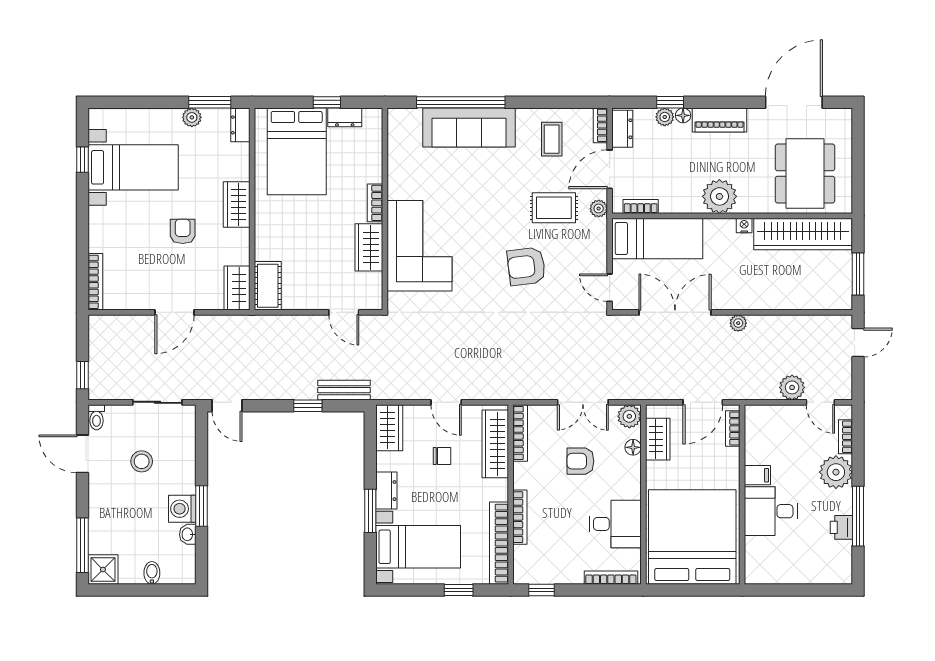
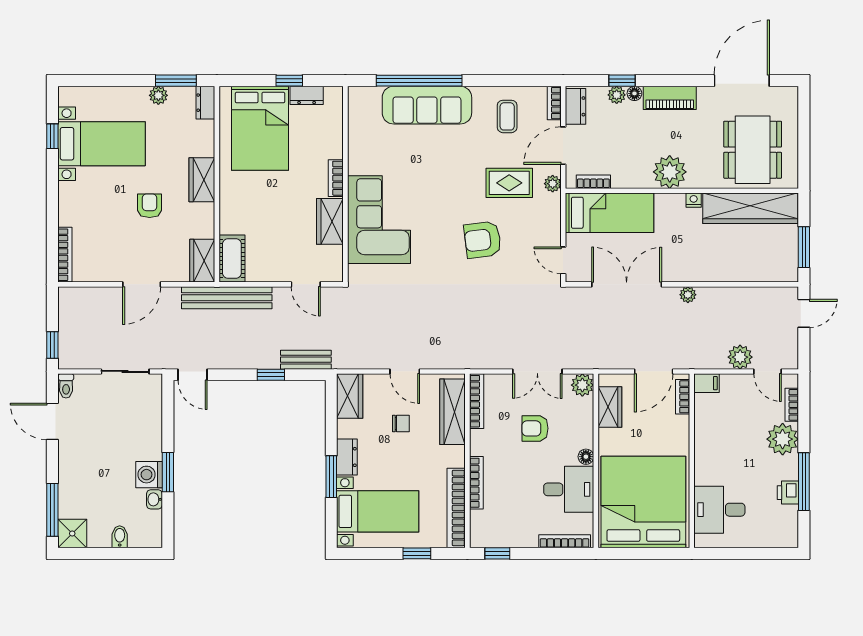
bench: (262, 326) -> (227, 298), added
floor lamp: (633, 447) -> (586, 457), moved
stool: (142, 461) -> (110, 429), removed
filing cabinet: (757, 475) -> (707, 383), moved
desk: (771, 511) -> (719, 510), moved

